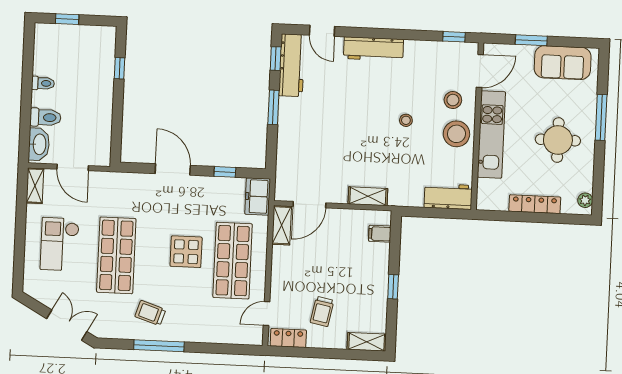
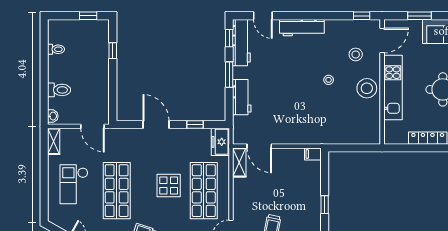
window: (67, 19) -> (88, 16), moved
toilet: (43, 83) -> (56, 49), moved
stool: (453, 100) -> (356, 54), moved
washbasin: (39, 144) -> (53, 116), width x0.52, depth x0.69
door: (73, 167) -> (93, 126), moved
shelving: (368, 196) -> (303, 138), removed
workbench: (448, 196) -> (242, 97), moved, turned 90
door: (309, 205) -> (259, 146), hinge flipped
filing cabinet: (380, 234) -> (313, 154), moved

